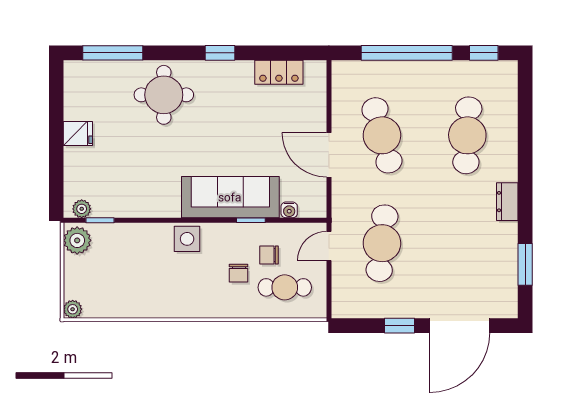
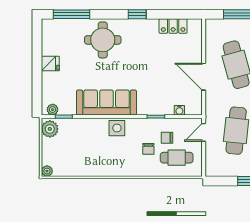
sofa: (230, 197) -> (106, 103), moved

